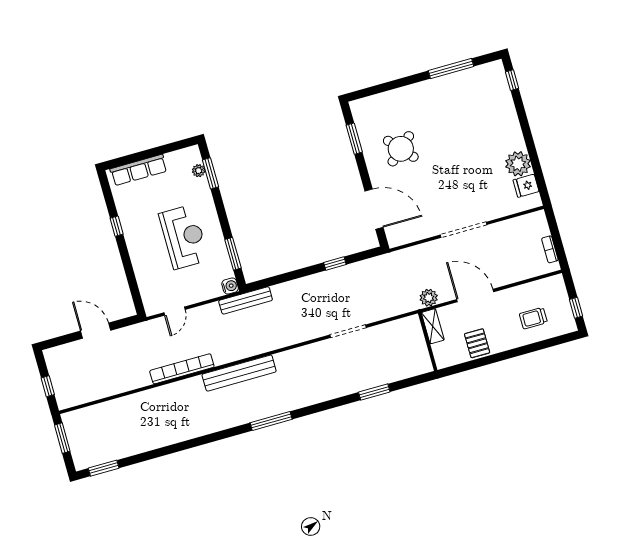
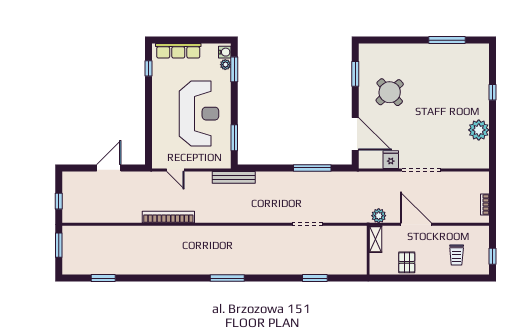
window: (512, 80) -> (493, 92), moved
fridge: (526, 186) -> (391, 160), moved, turned 90
window: (117, 226) -> (148, 68), moved
reception desk: (184, 237) -> (199, 114), width x1.36, depth x1.30
window: (335, 263) -> (312, 168), width x2.17
water cooler: (230, 286) -> (225, 52), moved
door: (174, 311) -> (175, 170), hinge flipped
trolley: (533, 318) -> (457, 255), turned -90
door: (96, 331) -> (109, 168), hinge flipped
bench: (239, 373) -> (213, 233), removed
window: (104, 468) -> (103, 278), moved

